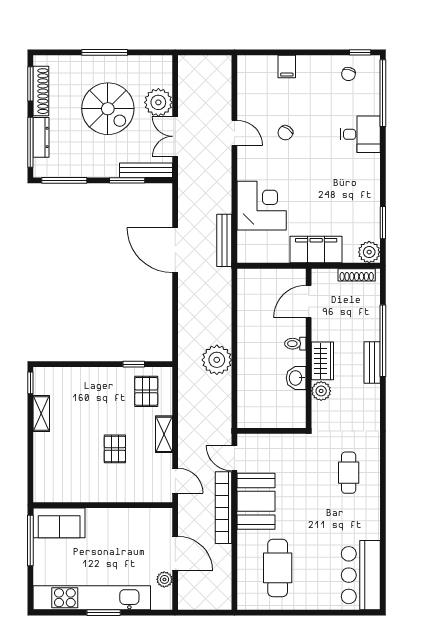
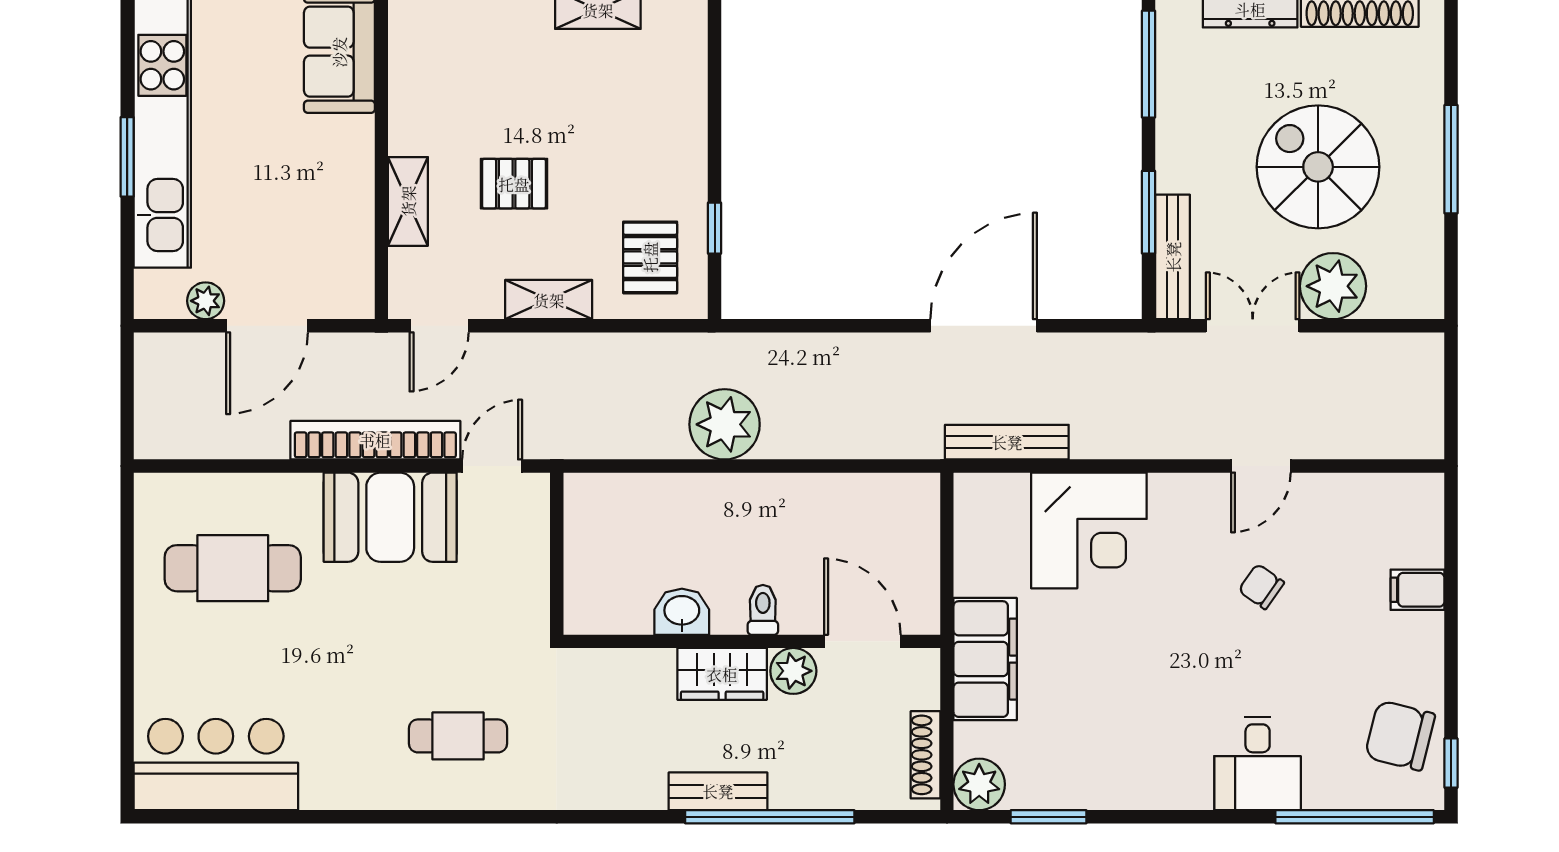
chair: (348, 74) -> (1400, 736), width x1.87, depth x1.87
spiral stairs: (108, 109) -> (1318, 167), turned 90
pallet: (146, 391) -> (650, 257), turned 90
plant: (321, 391) -> (793, 671), moved
shelving: (122, 494) -> (408, 201), added

